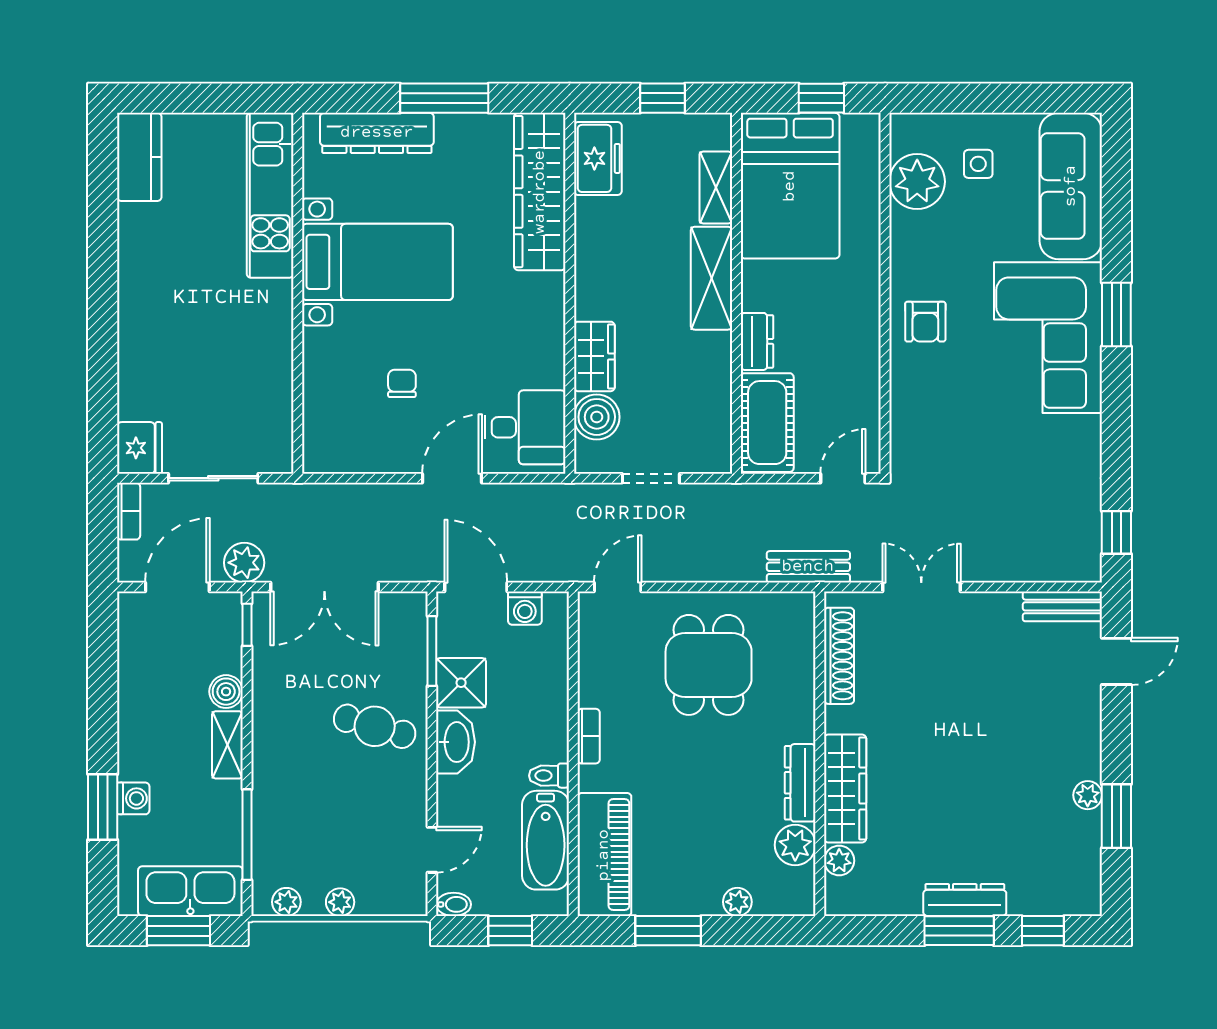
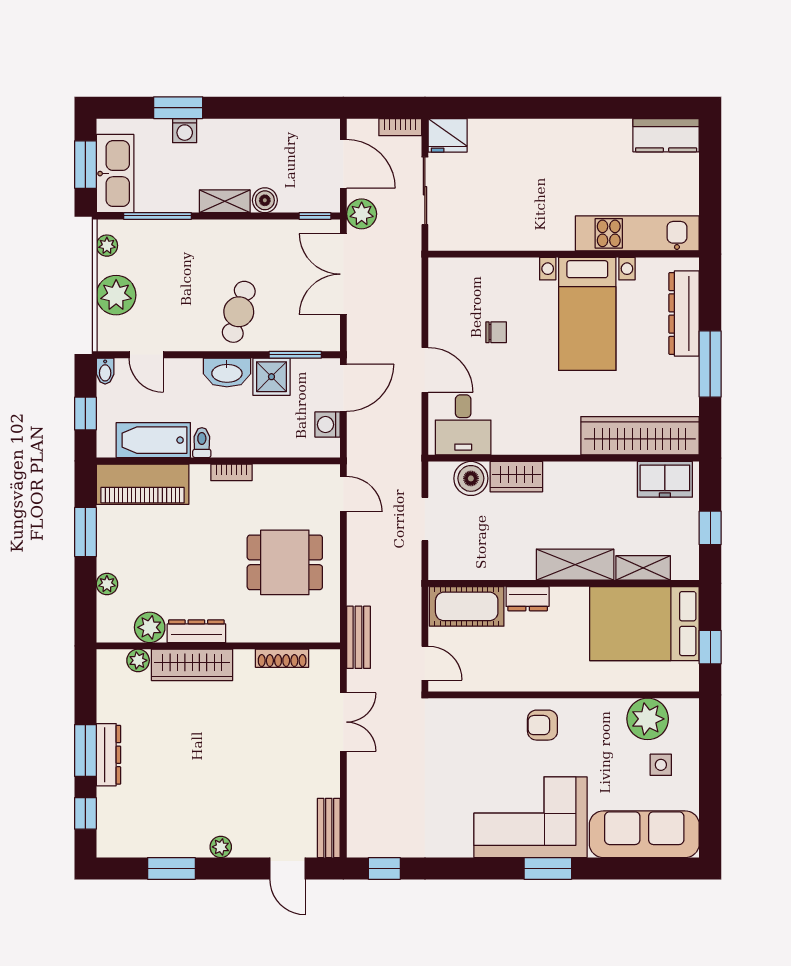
shoe rack: (839, 656) -> (282, 658), width x0.74, depth x0.81
plant: (1088, 795) -> (221, 847), moved
plant: (340, 902) -> (116, 295), width x1.87, depth x1.87

